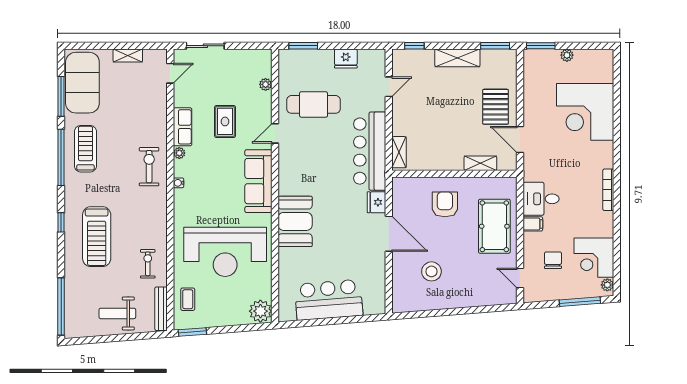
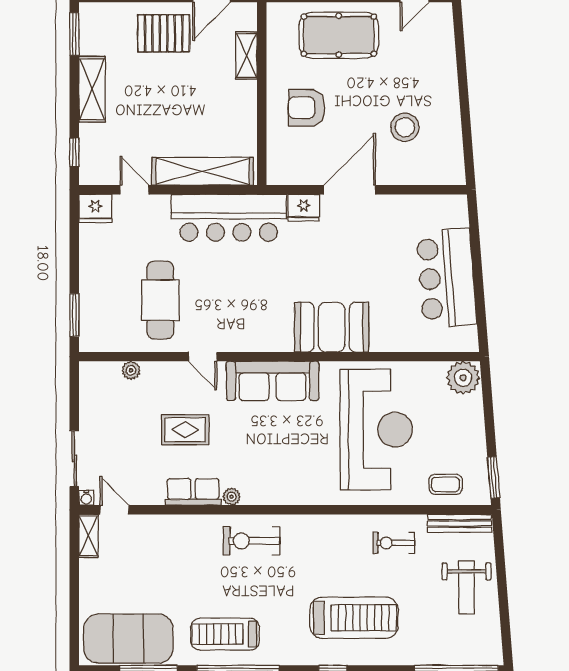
shelving: (128, 55) -> (89, 536), moved
fridge: (346, 59) -> (95, 208), moved, turned 90
shelving: (399, 152) -> (203, 171), width x2.20, depth x1.33
water cooler: (179, 183) -> (86, 498), moved

